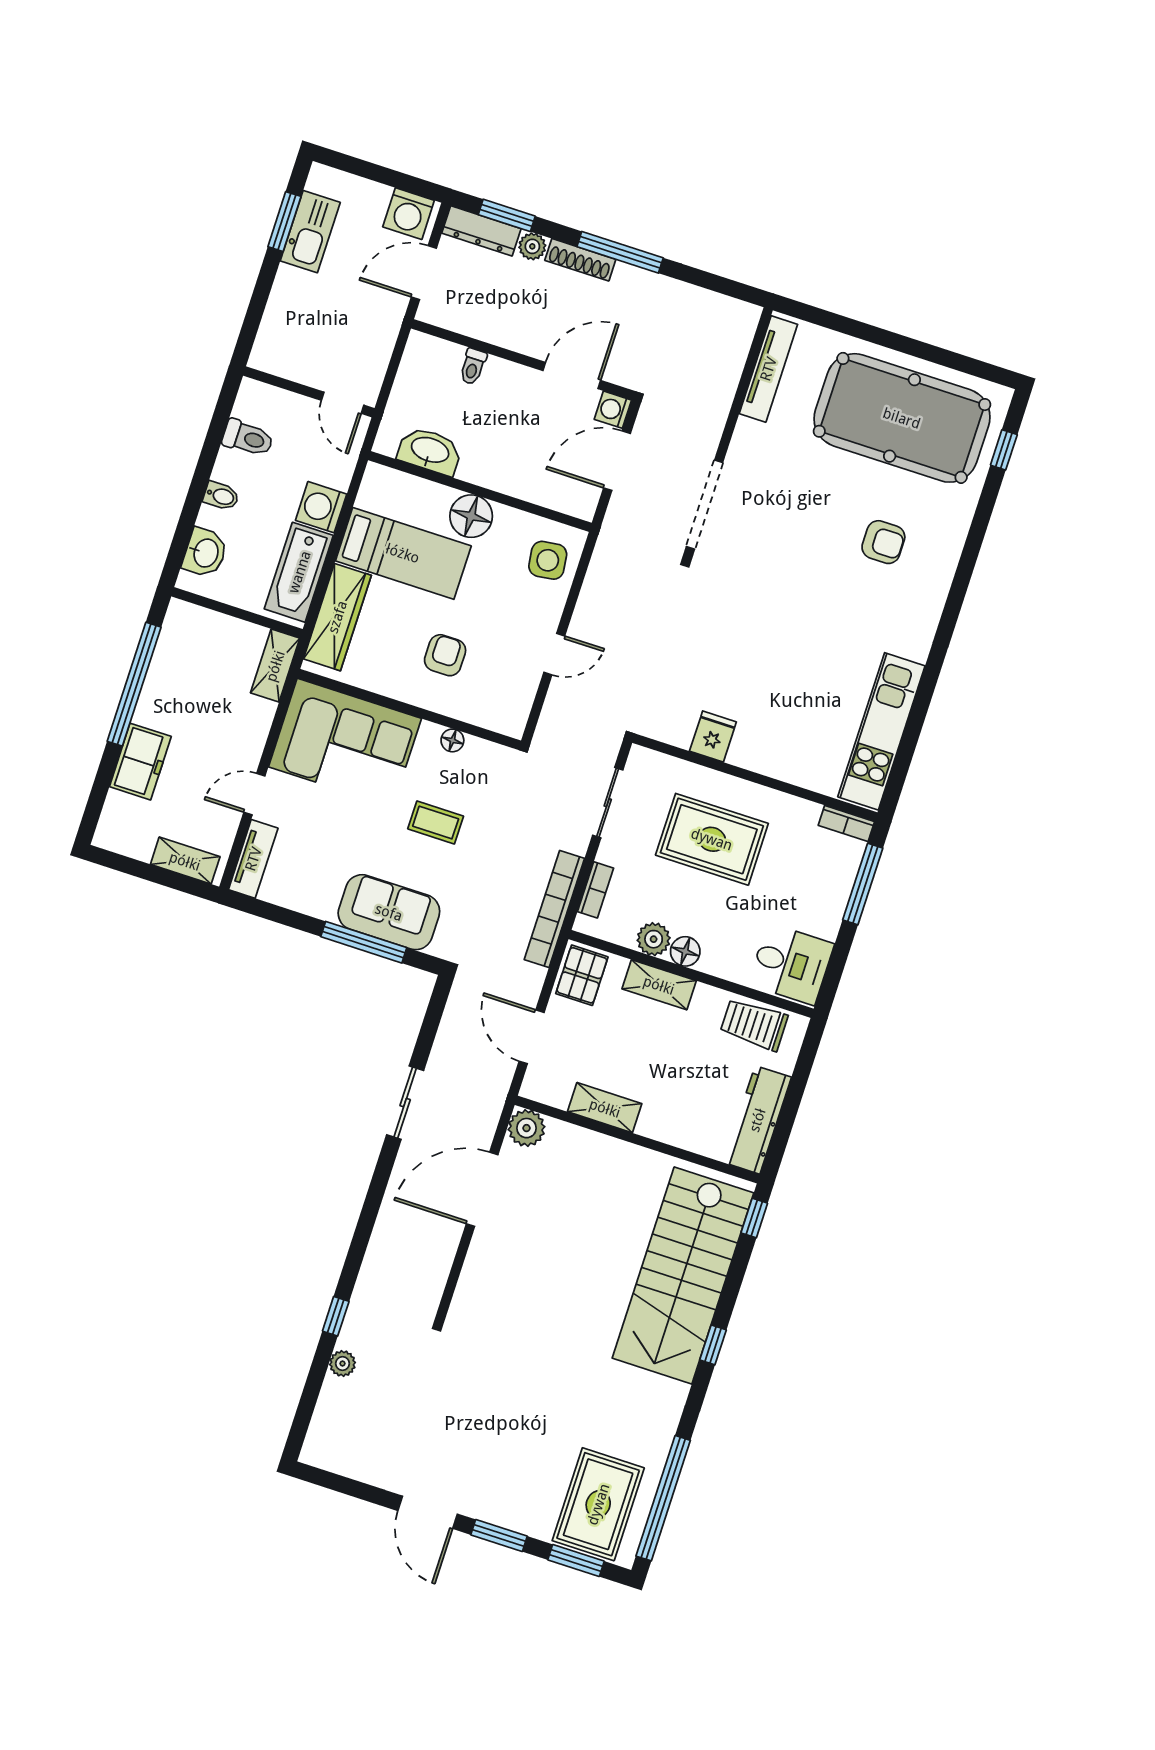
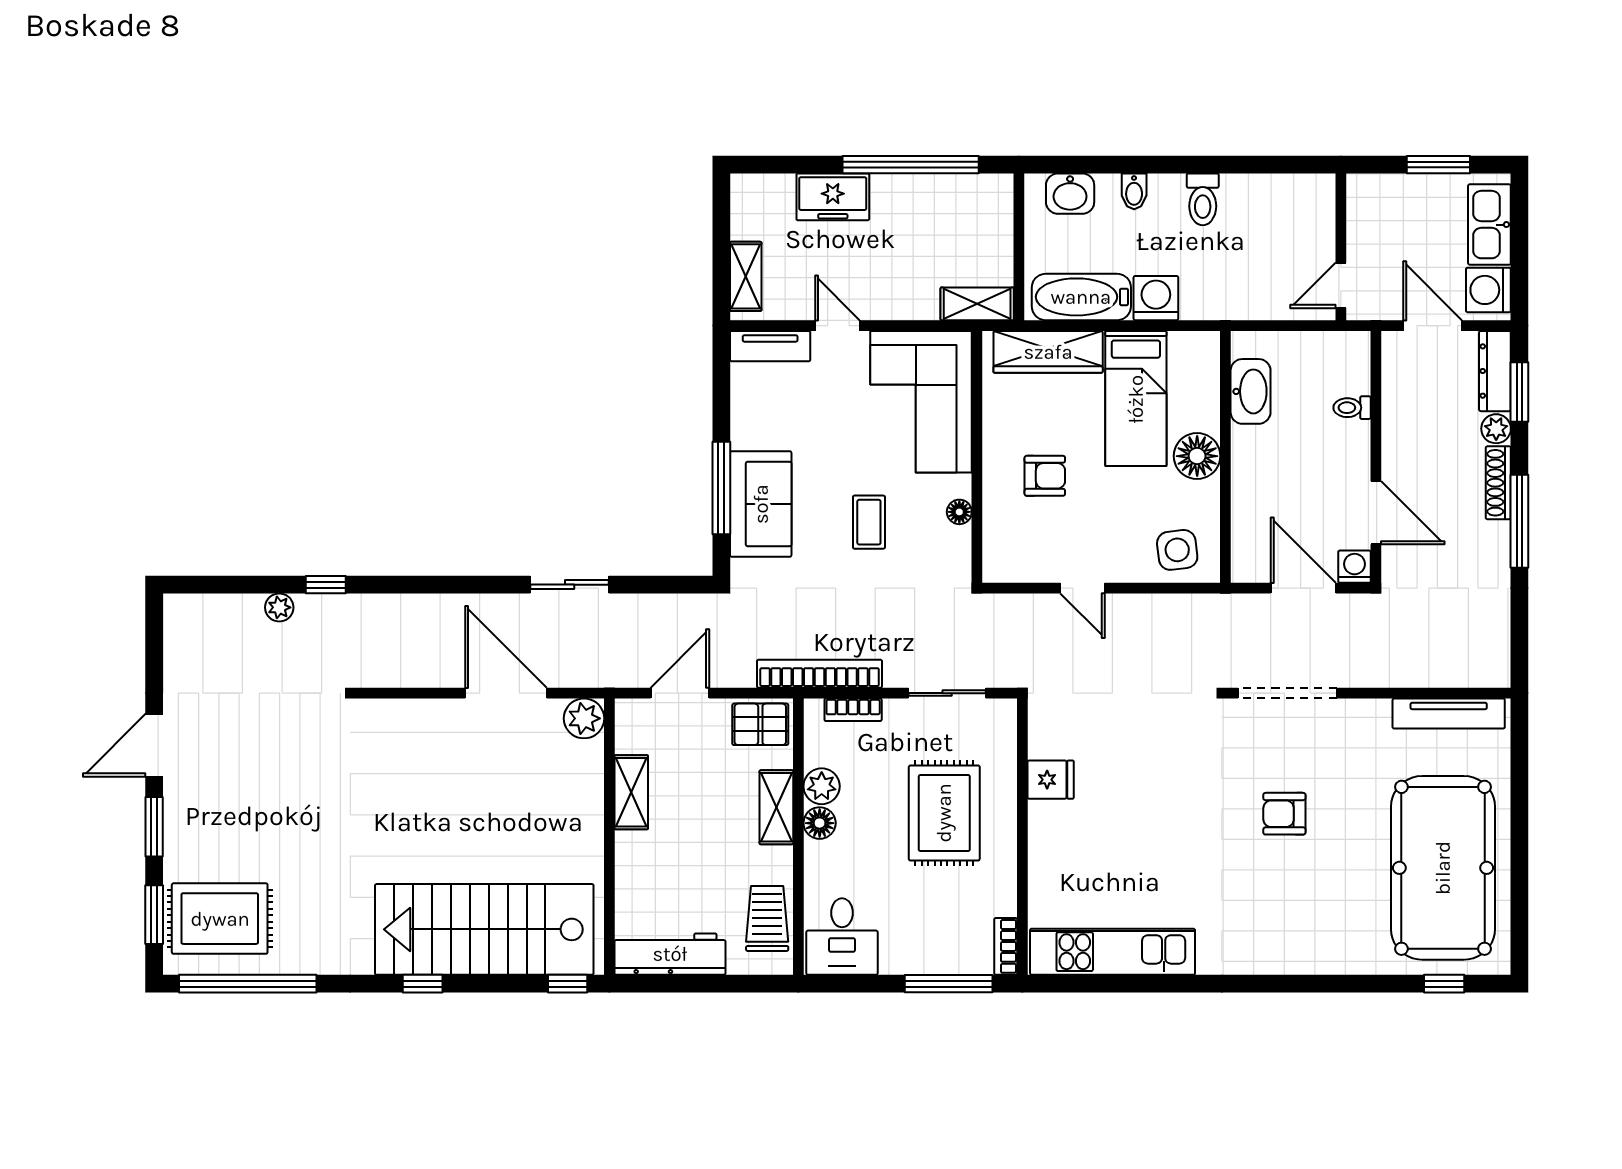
kitchen sink: (310, 232) -> (1489, 225), moved, turned 90
wall: (309, 392) -> (1341, 247), moved
door: (343, 403) -> (1341, 285), moved
armchair: (883, 542) -> (1284, 814), moved, turned 90

